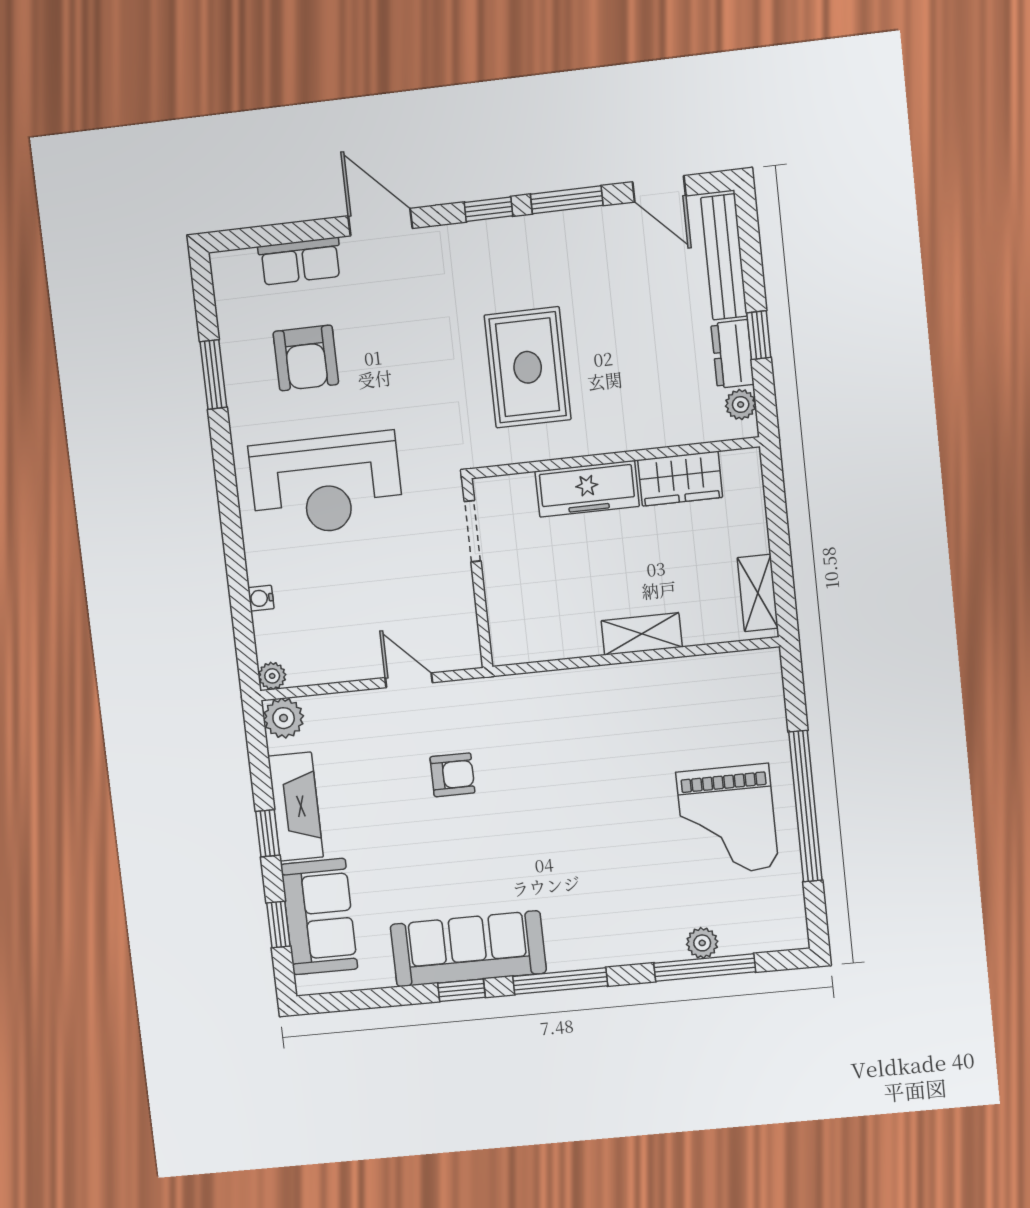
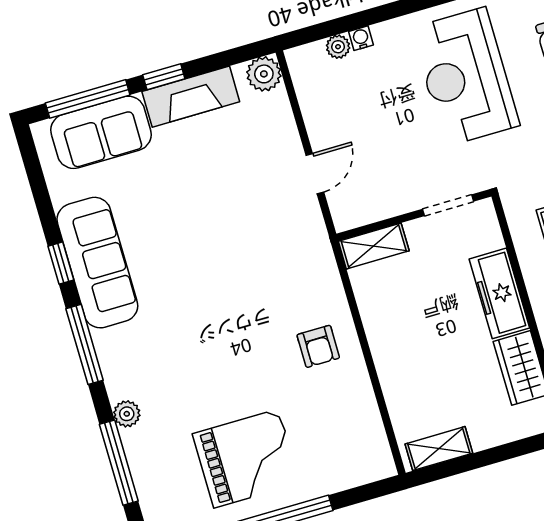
shelving: (642, 634) -> (374, 246), moved, turned 90
plant: (272, 676) -> (338, 47), moved
armchair: (452, 775) -> (318, 346), moved
grand piano: (727, 820) -> (246, 458), turned 180
window: (278, 925) -> (88, 99), width x2.17
plant: (702, 943) -> (127, 414), moved

